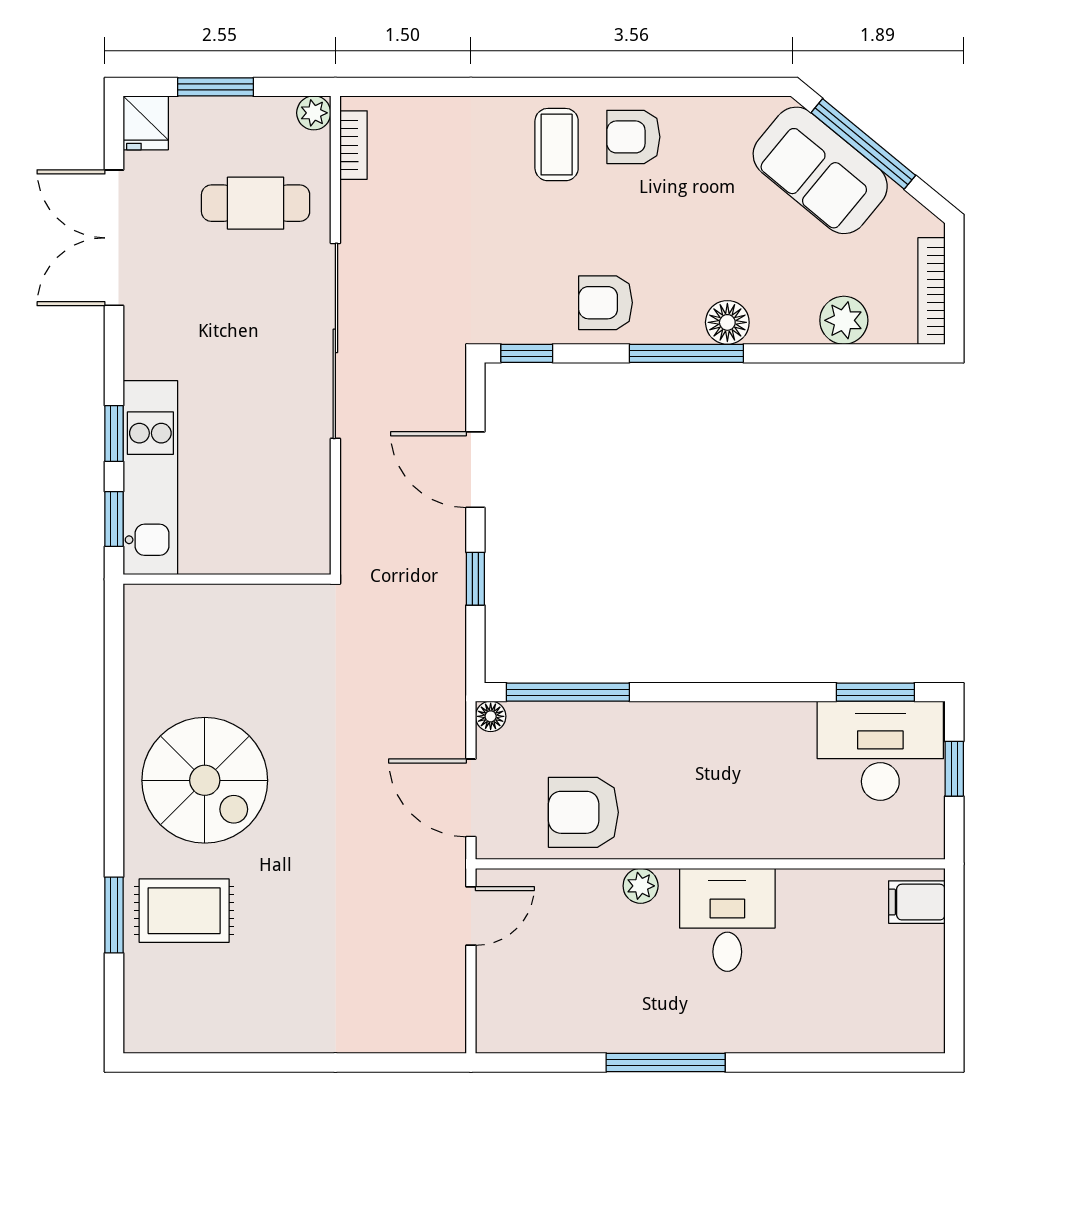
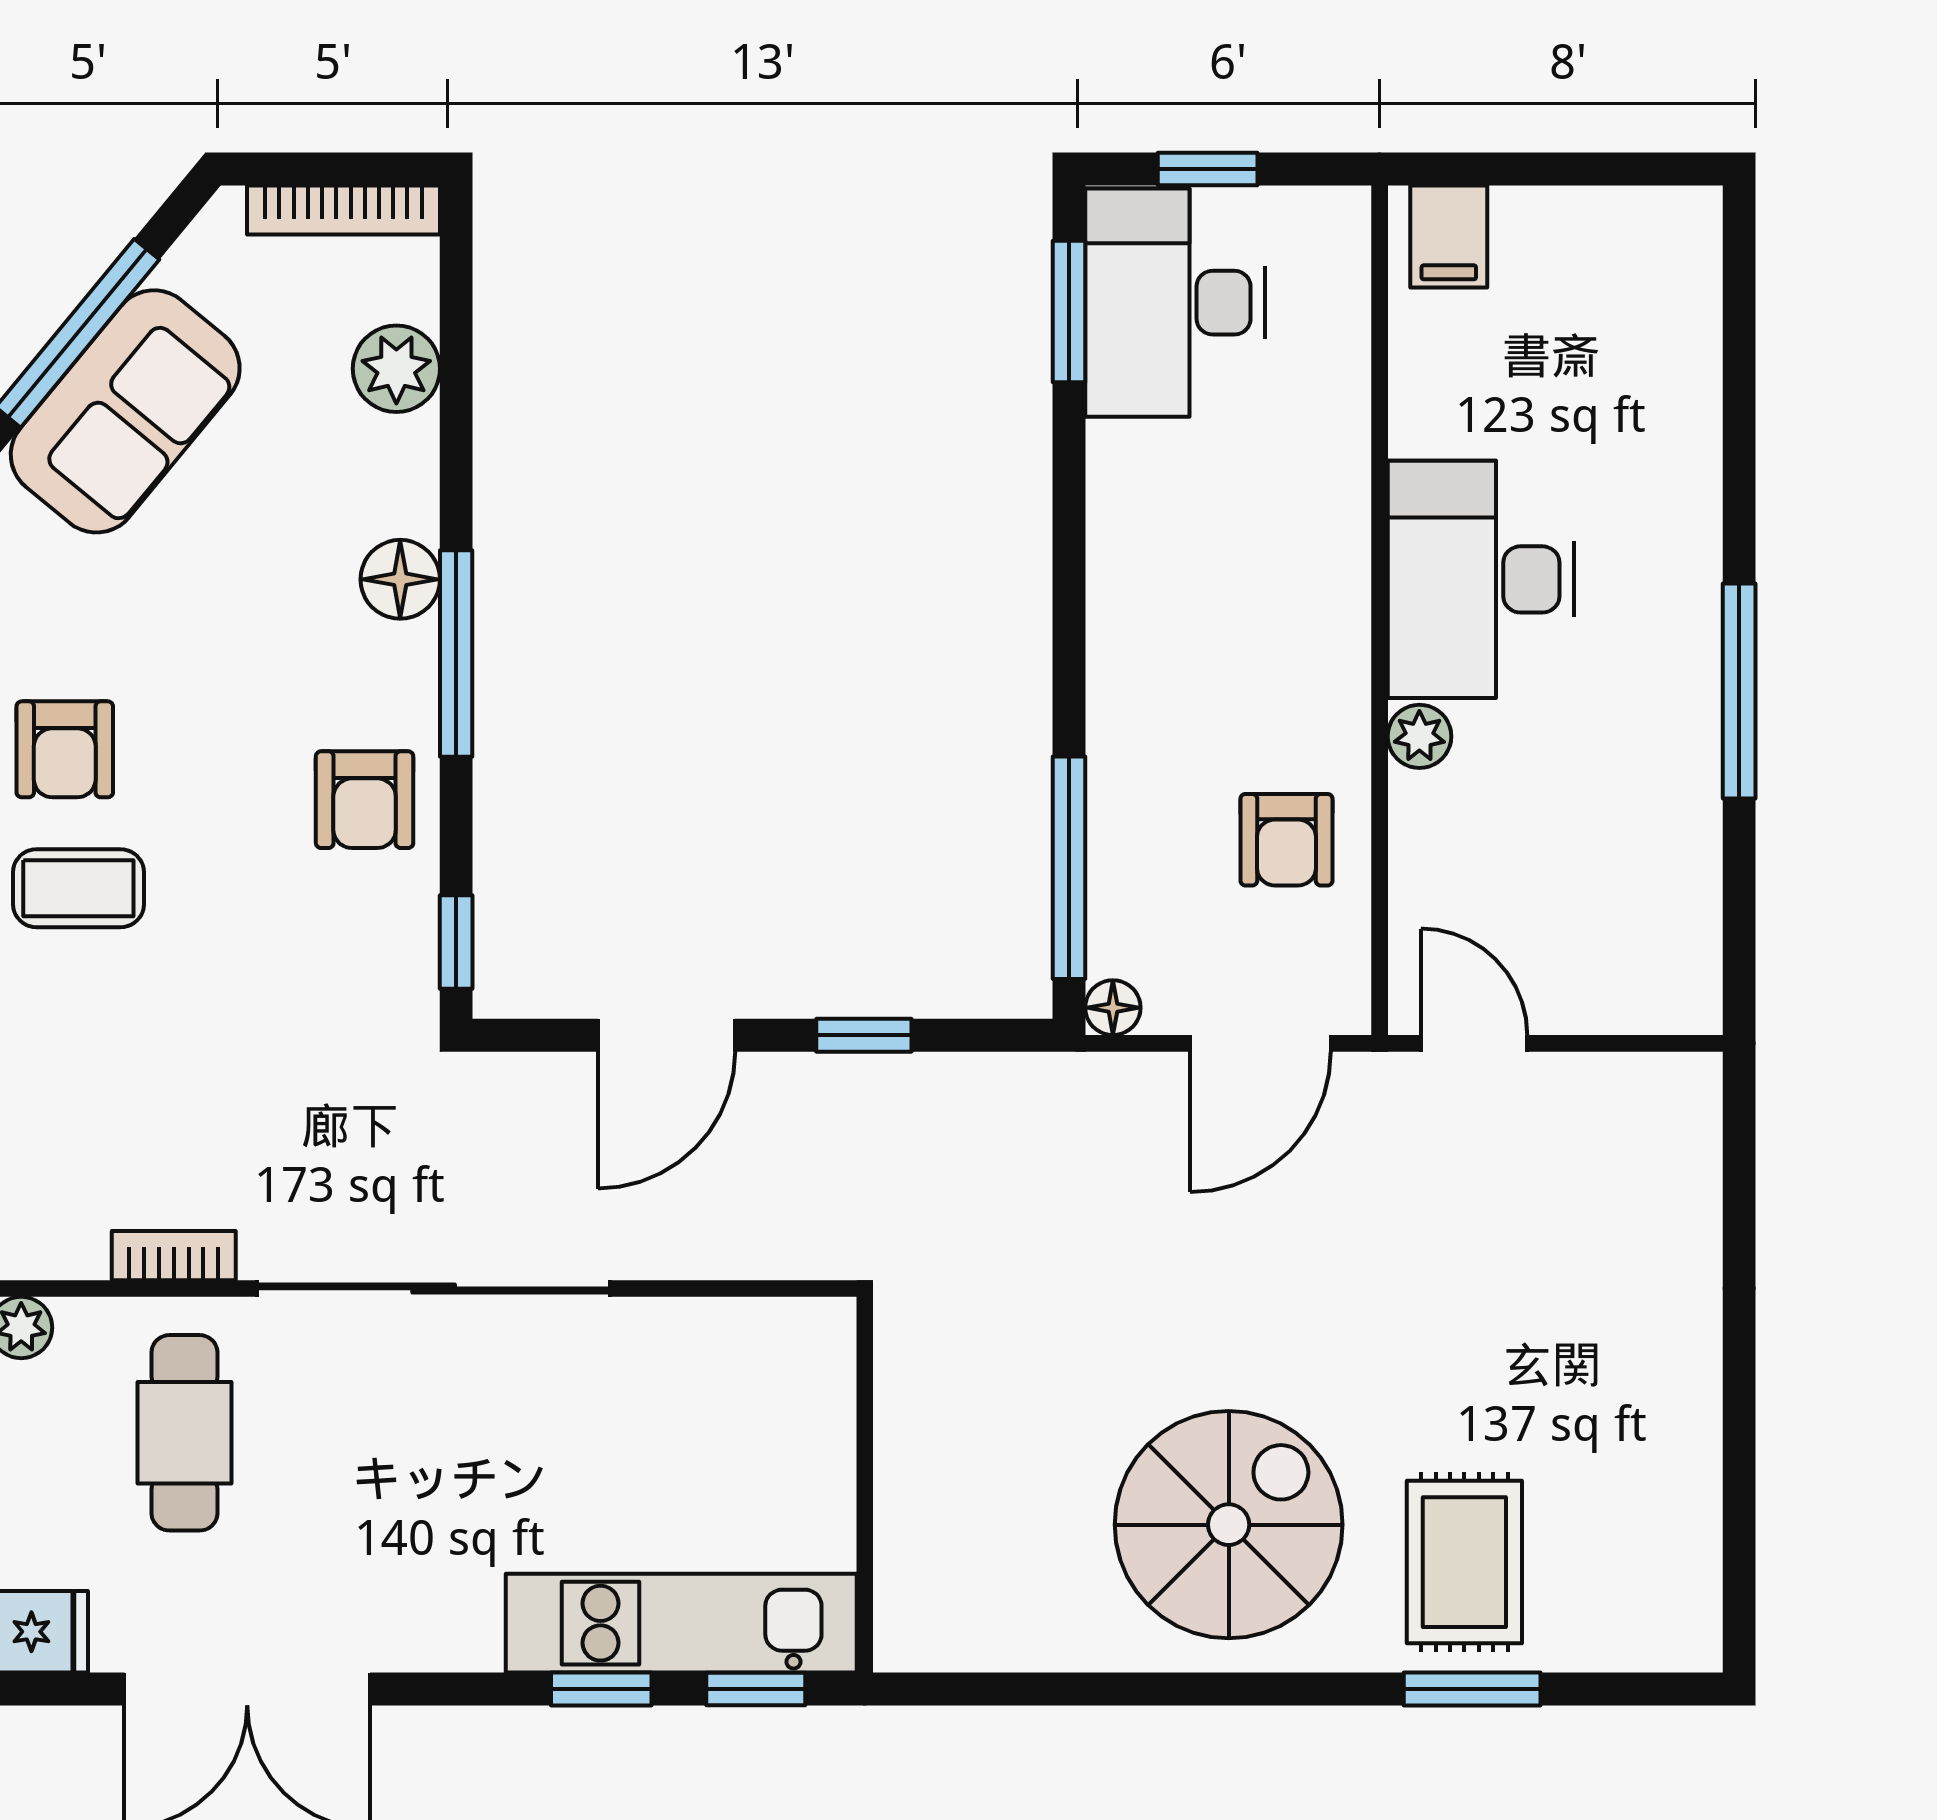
bookcase: (354, 145) -> (174, 1256), moved
armchair: (583, 812) -> (1286, 840), width x0.72, depth x0.72
desk: (727, 920) -> (1481, 579), width x1.37

